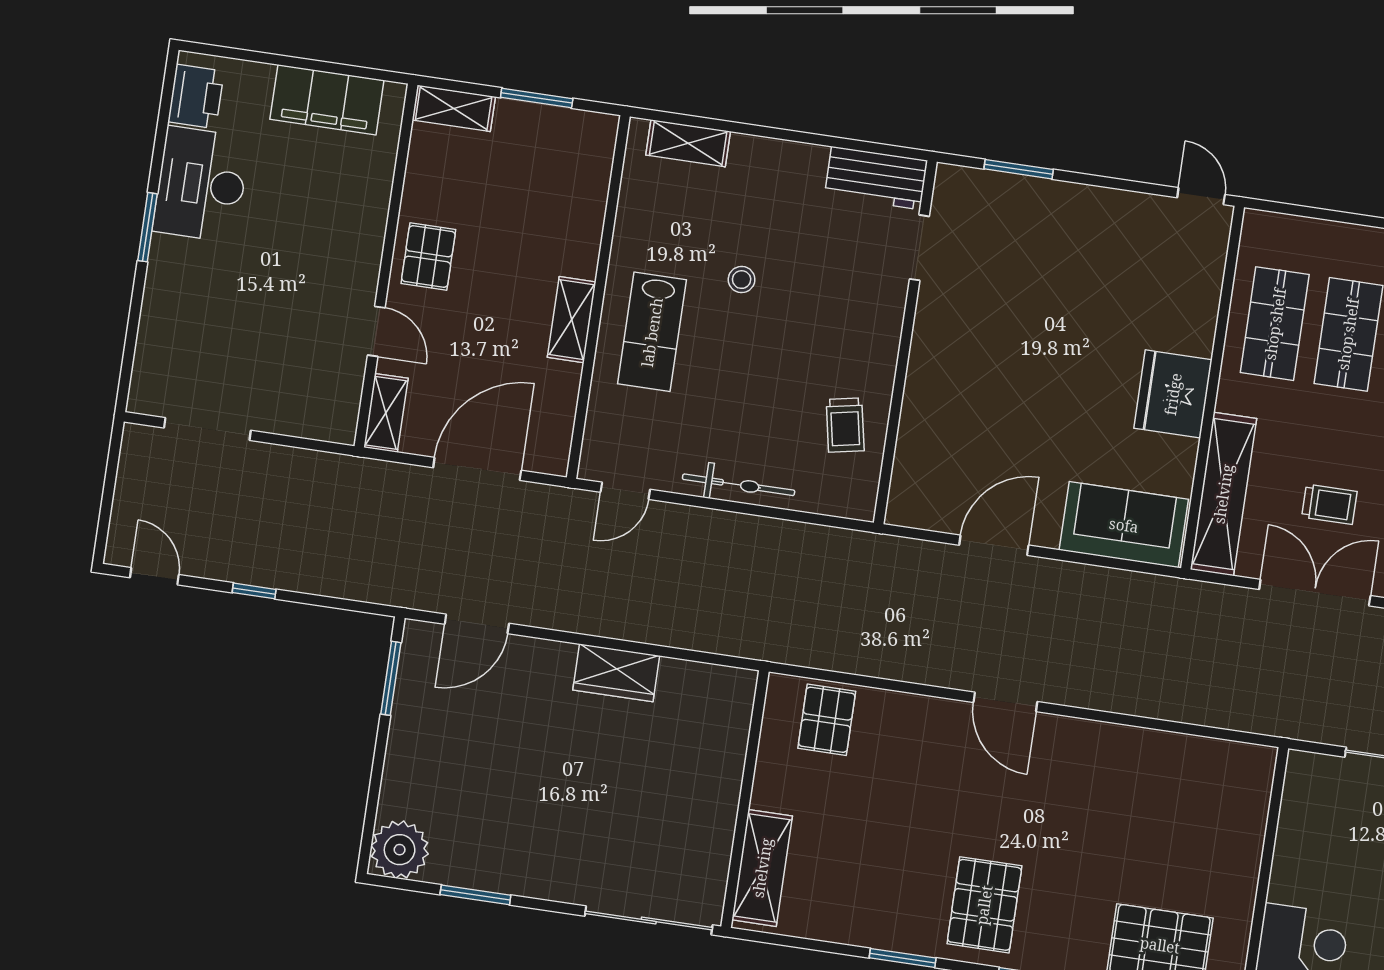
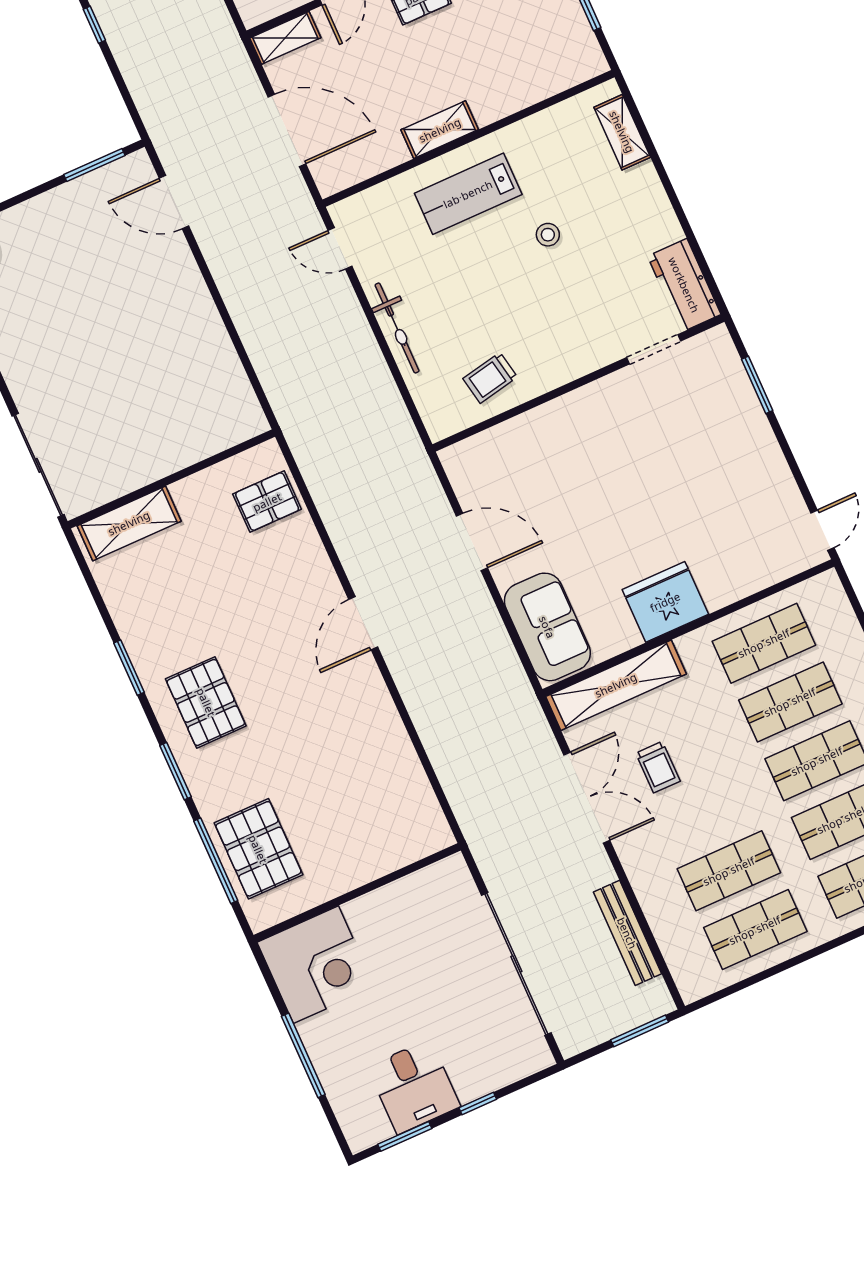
wardrobe: (616, 673) -> (203, 327), removed
pallet: (984, 905) -> (206, 702), turned 90

